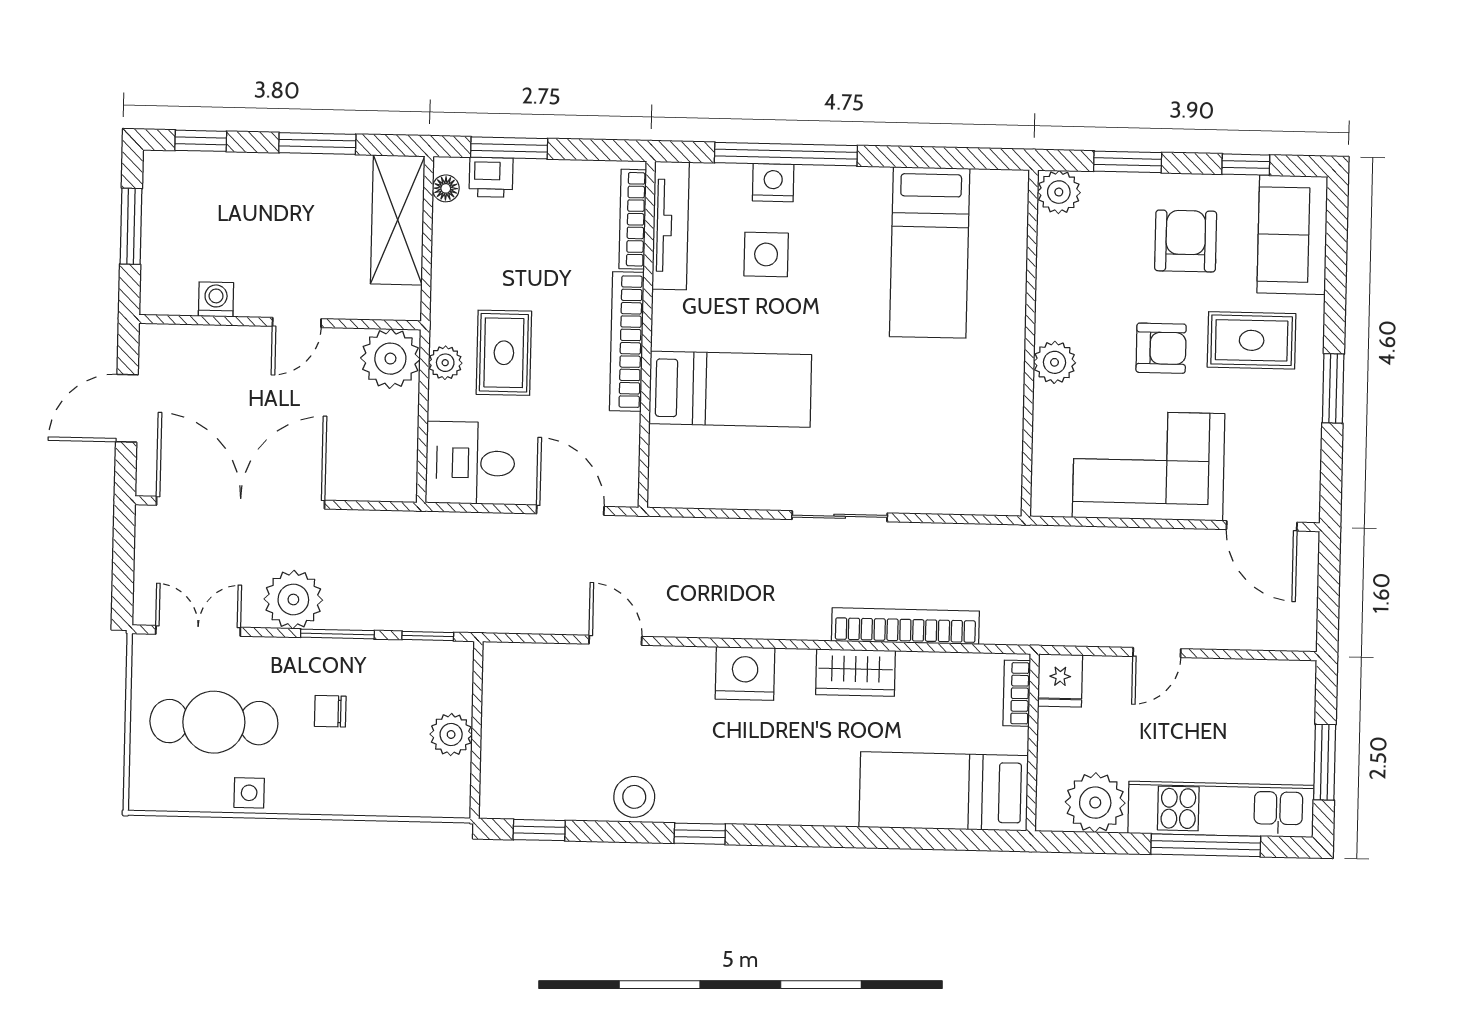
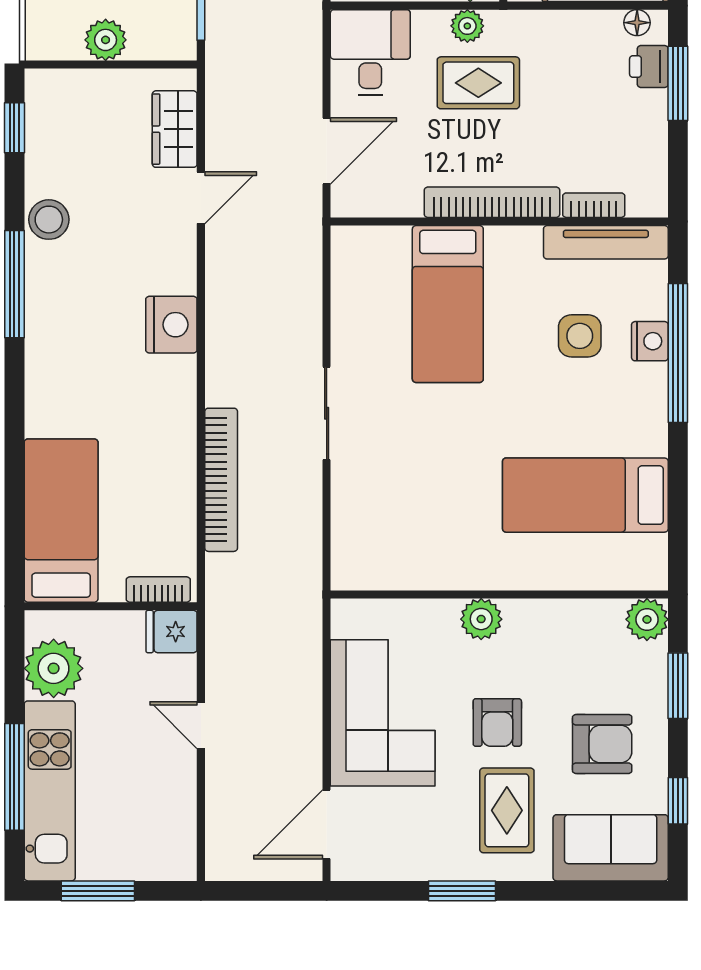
bookcase: (633, 219) -> (594, 205), width x0.64
wardrobe: (856, 673) -> (175, 129), moved
window: (700, 834) -> (14, 284), width x2.17

